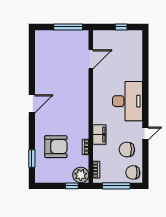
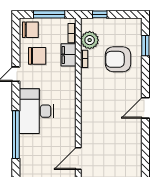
window: (145, 80) -> (16, 135), added
filing cabinet: (99, 135) -> (68, 55), moved
plant: (81, 175) -> (90, 40), moved

